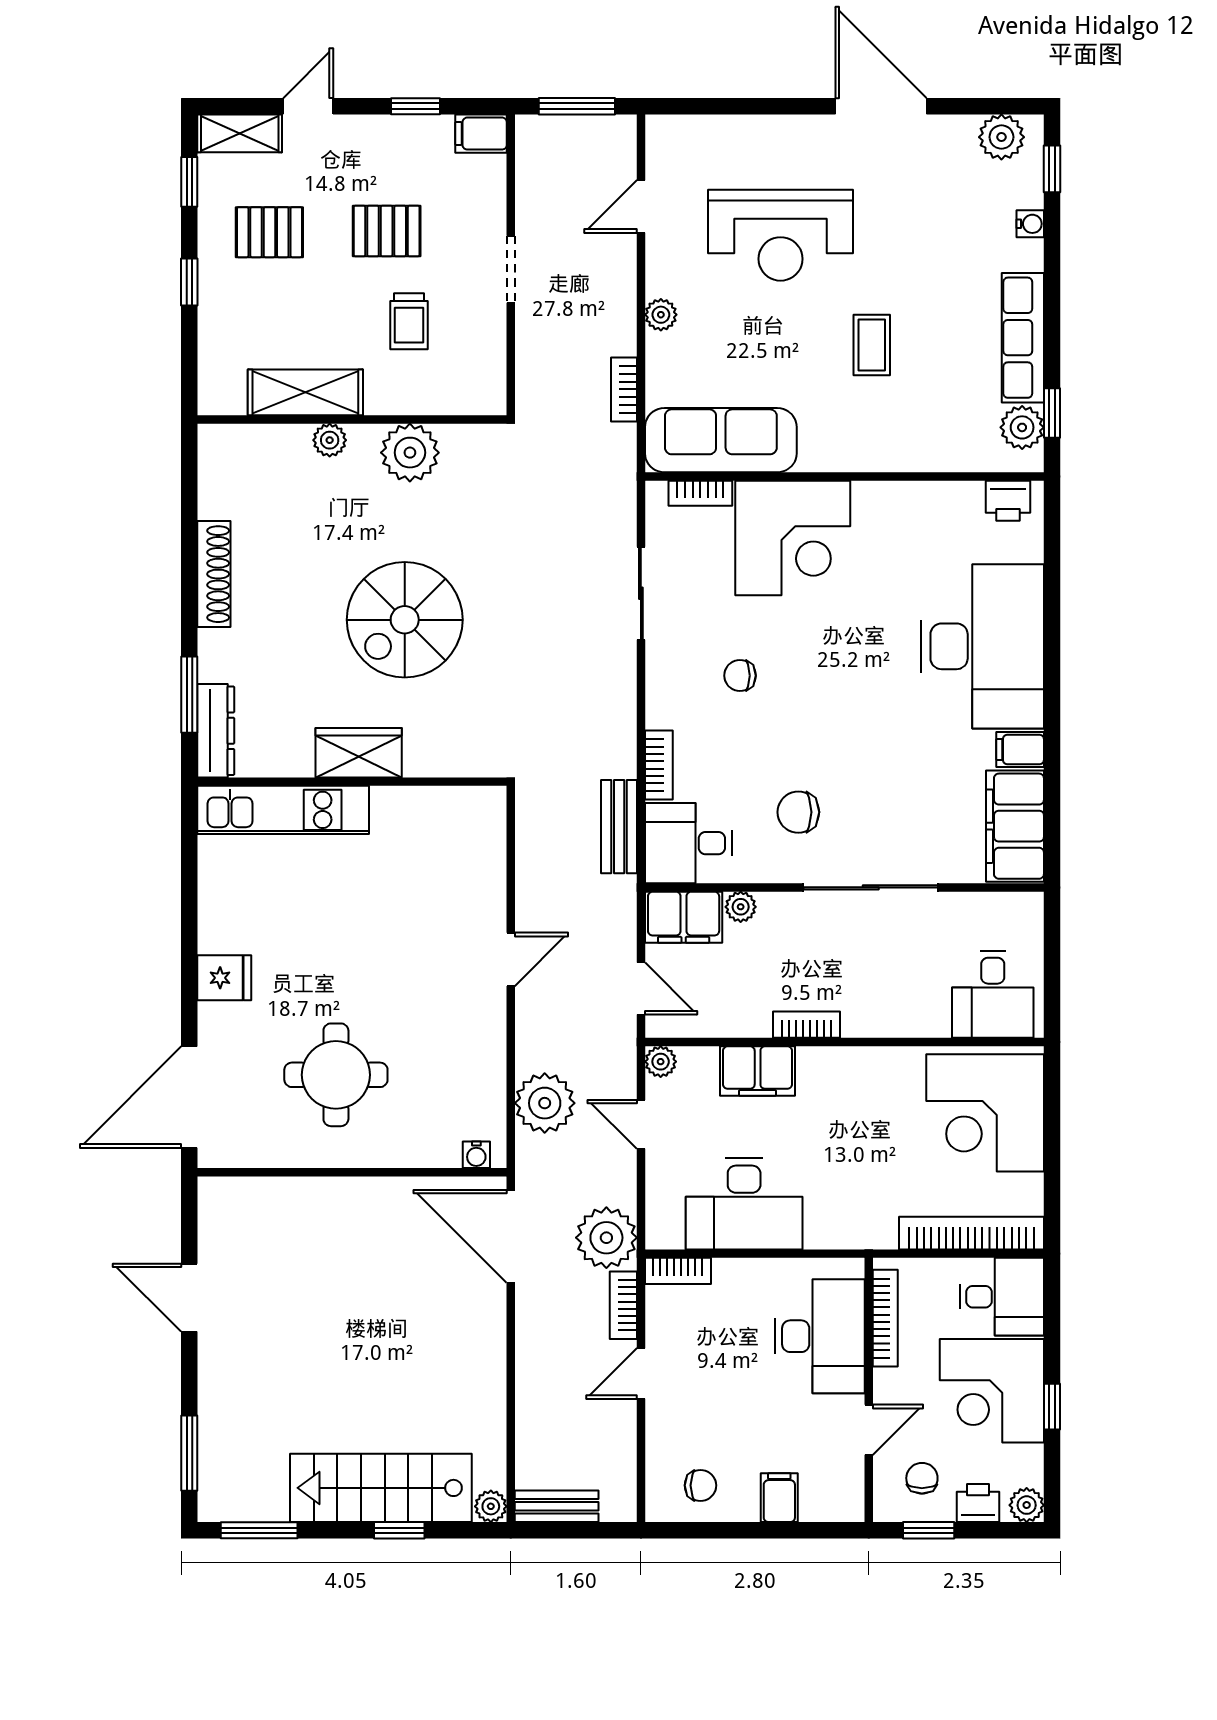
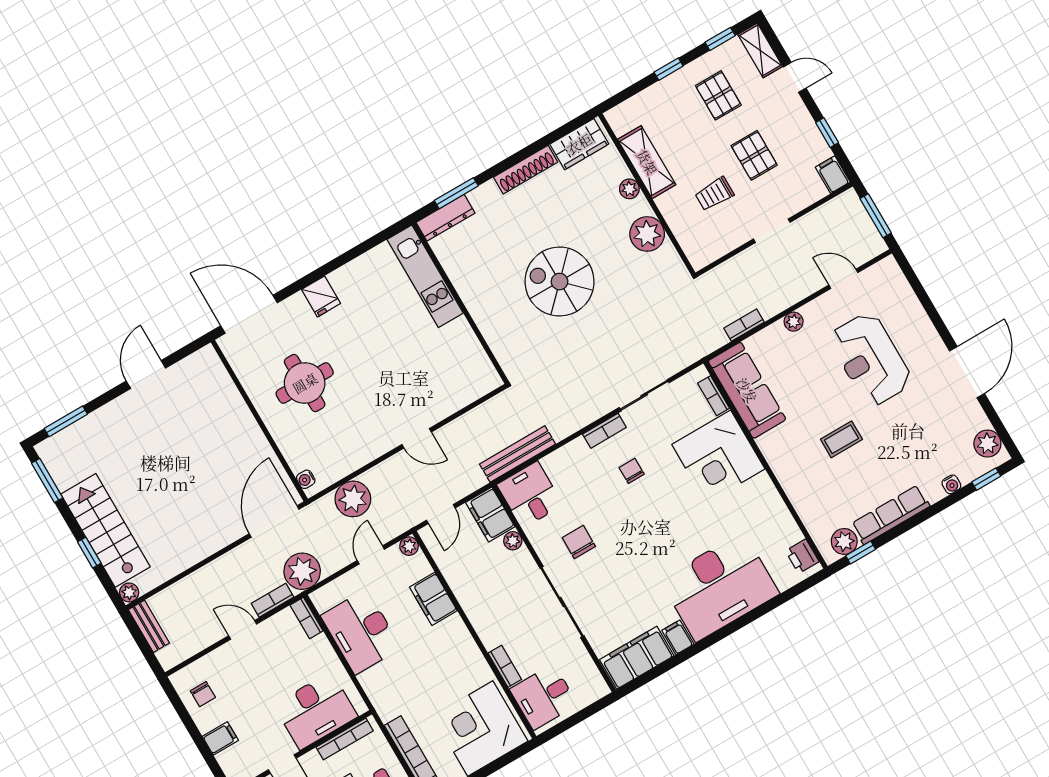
wardrobe: (359, 753) -> (579, 144), moved, turned 90
bookcase: (659, 765) -> (604, 431), moved
bench: (619, 827) -> (518, 454), width x1.36
bookcase: (807, 1025) -> (505, 666), moved

